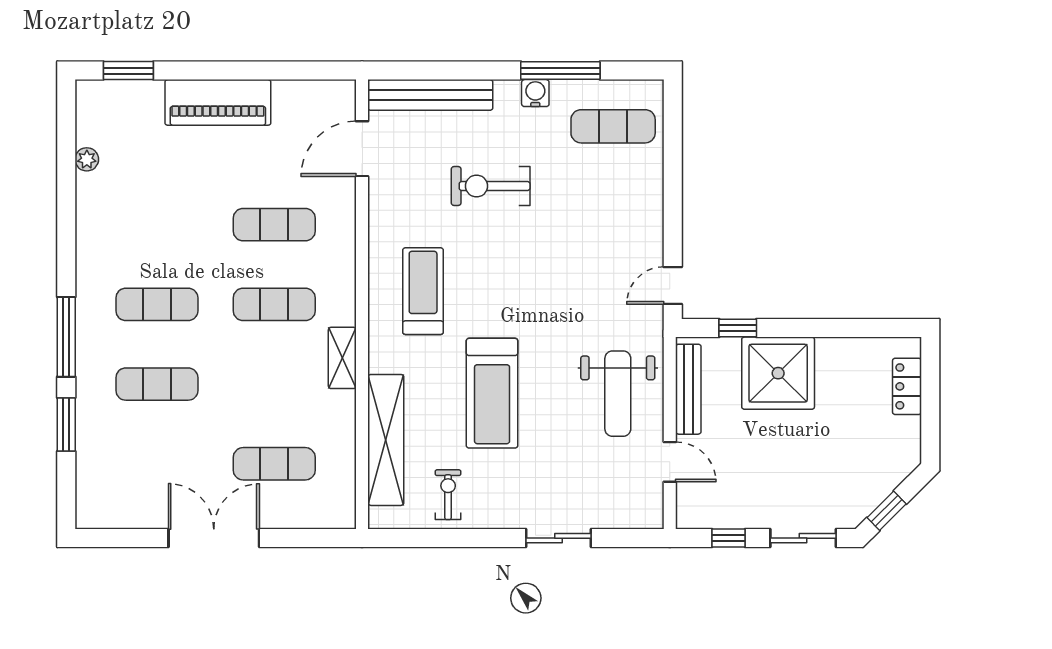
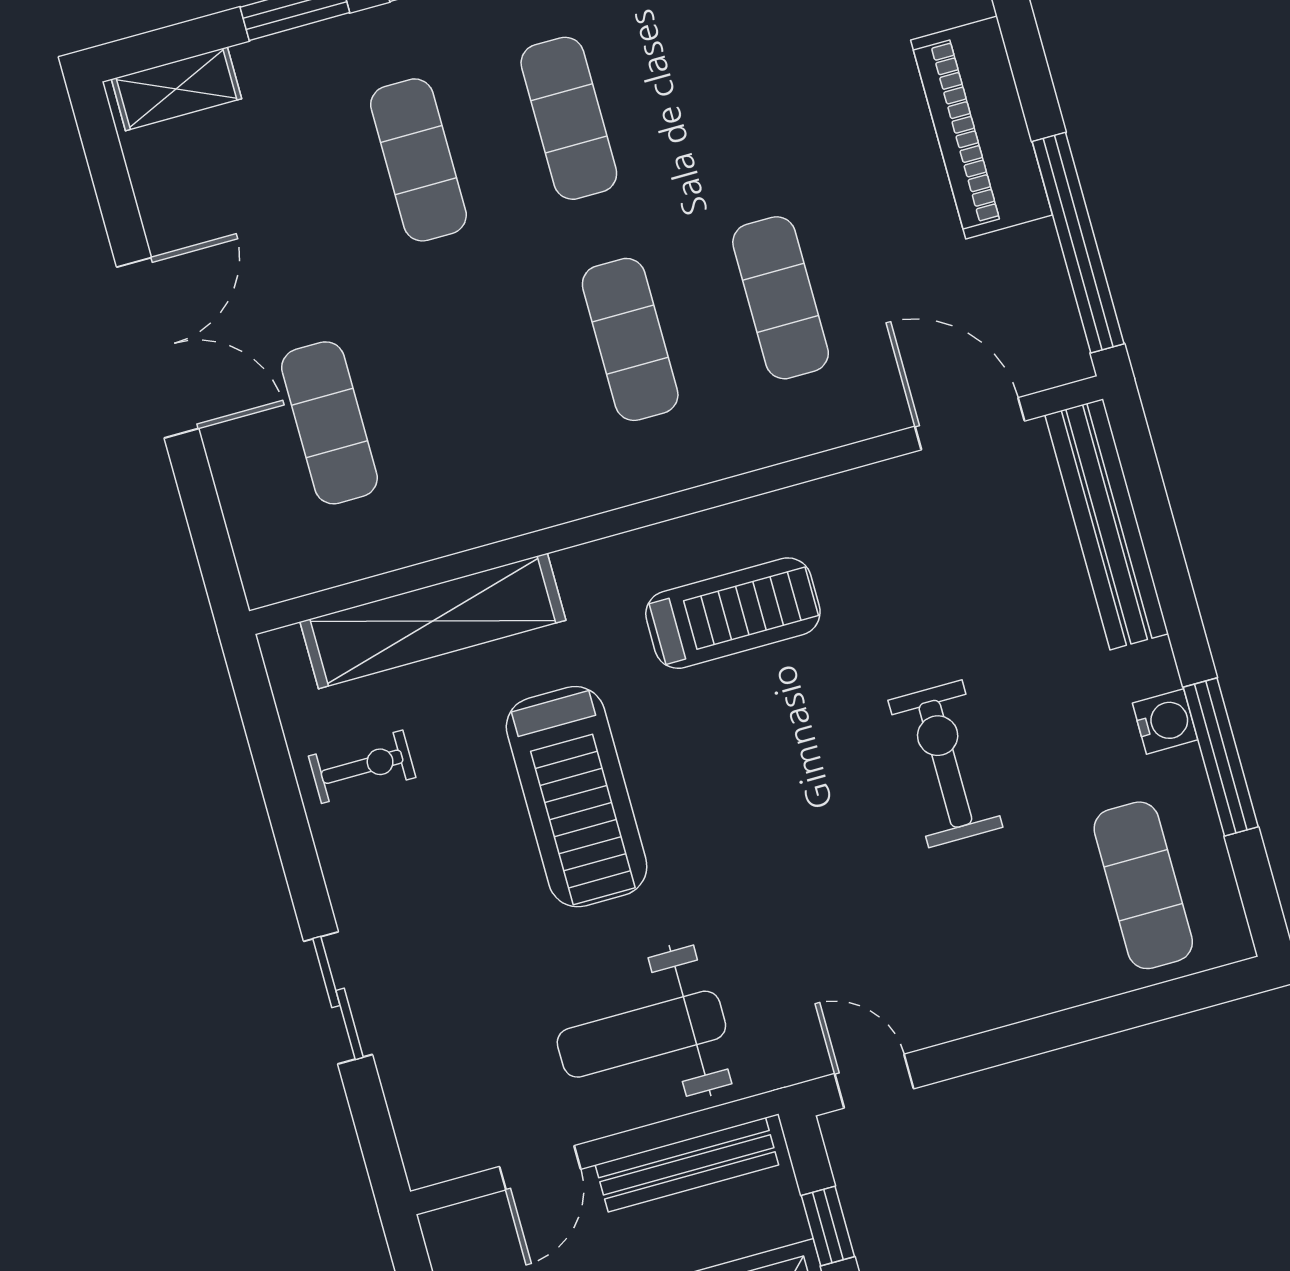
window: (288, 71) -> (1078, 243), added
exercise bike: (491, 186) -> (945, 764), moved
shelving: (342, 358) -> (176, 89), moved
treadmill: (492, 393) -> (577, 797), turned -90

